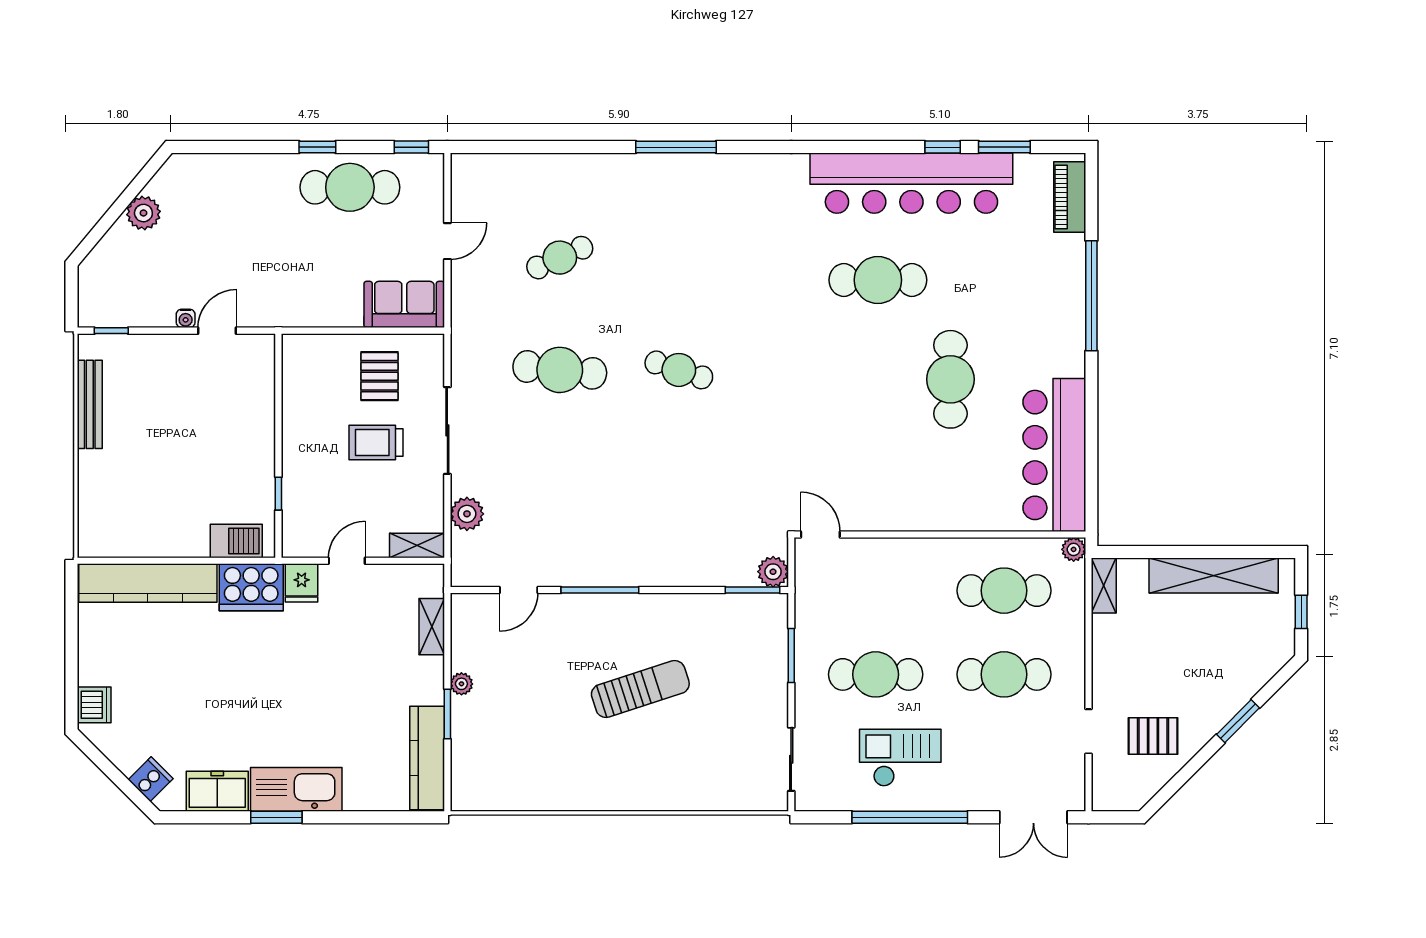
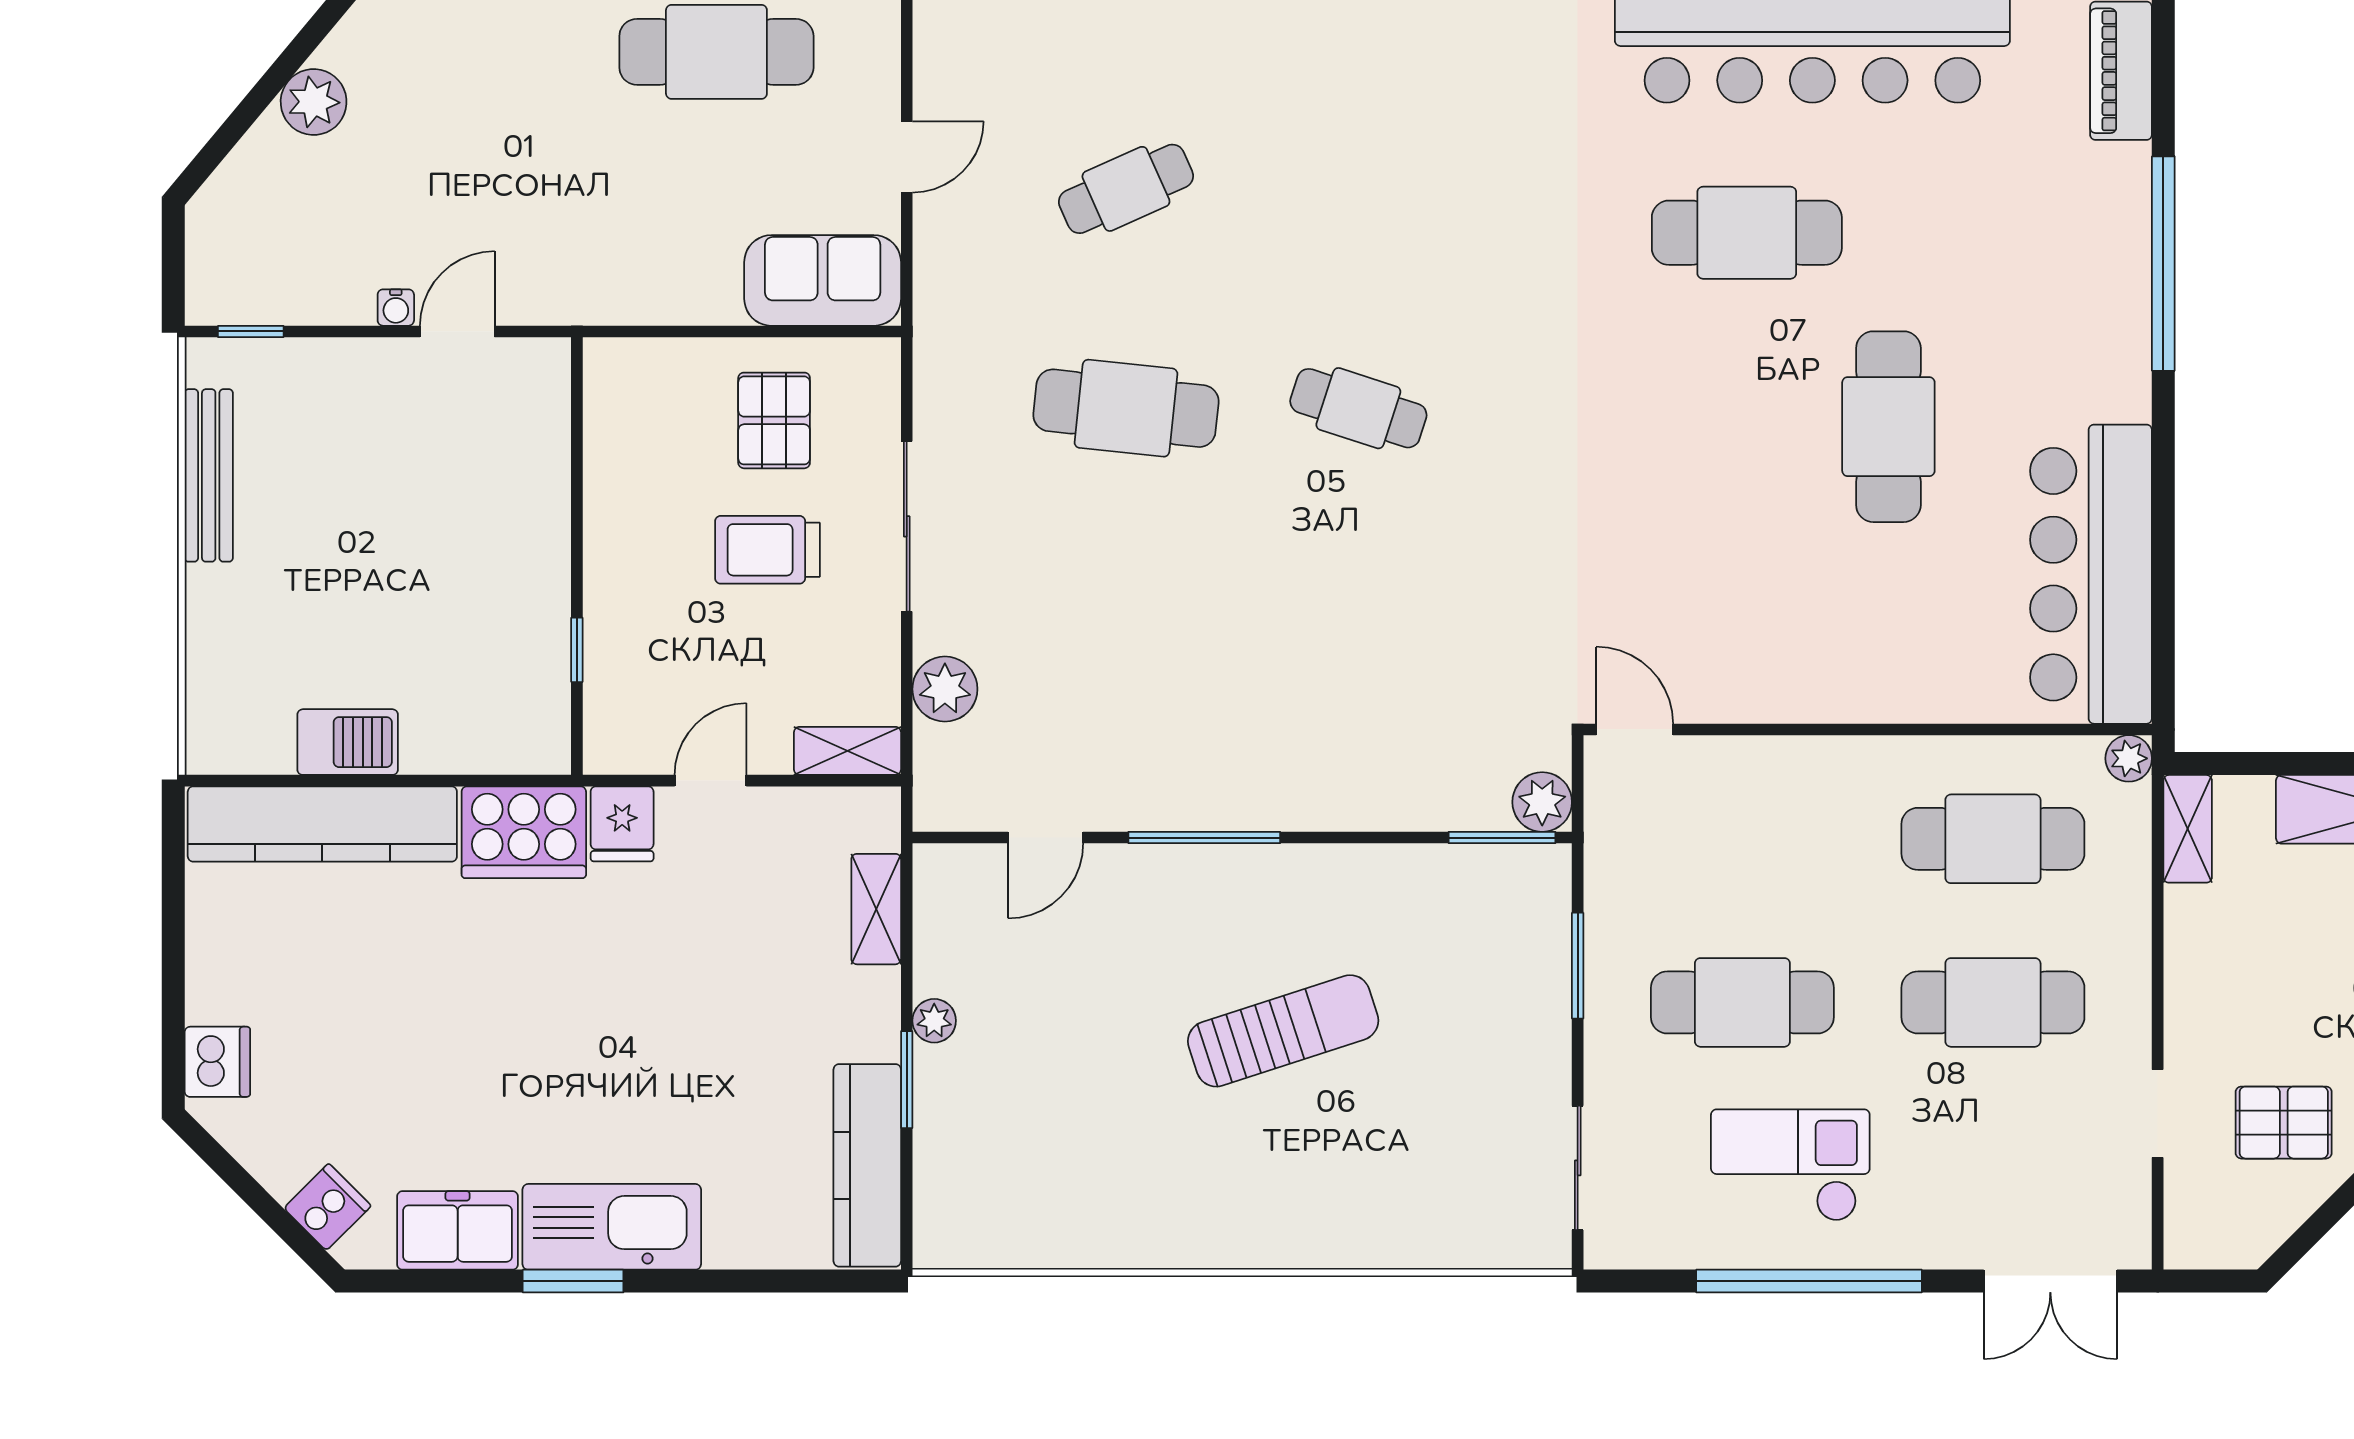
barbecue: (236, 541) -> (348, 742), moved

